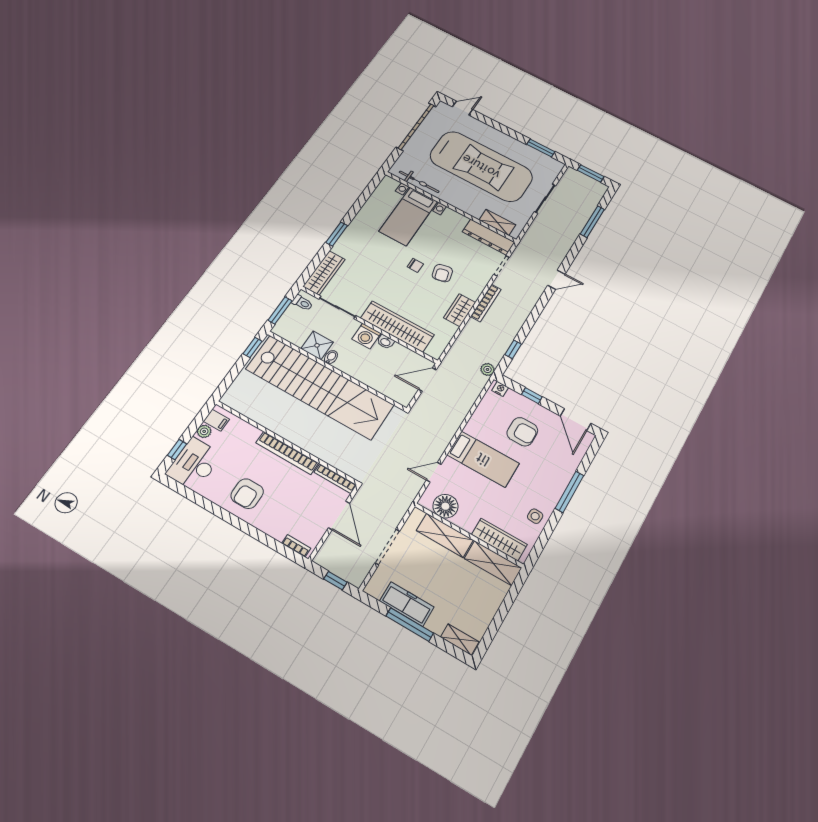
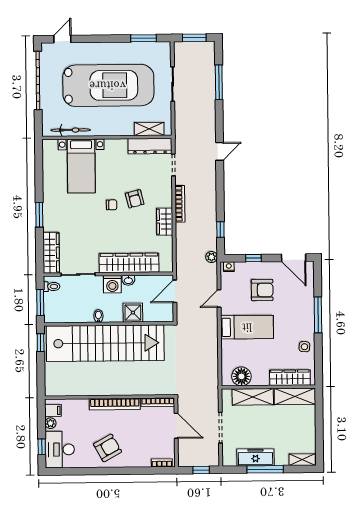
shower: (317, 345) -> (133, 313), moved
door: (434, 472) -> (219, 299), moved
armchair: (247, 494) -> (108, 448), turned -119

